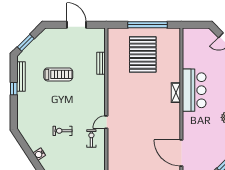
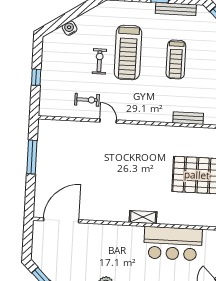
bar counter: (194, 90) -> (173, 244), moved
treadmill: (55, 110) -> (128, 53), added

